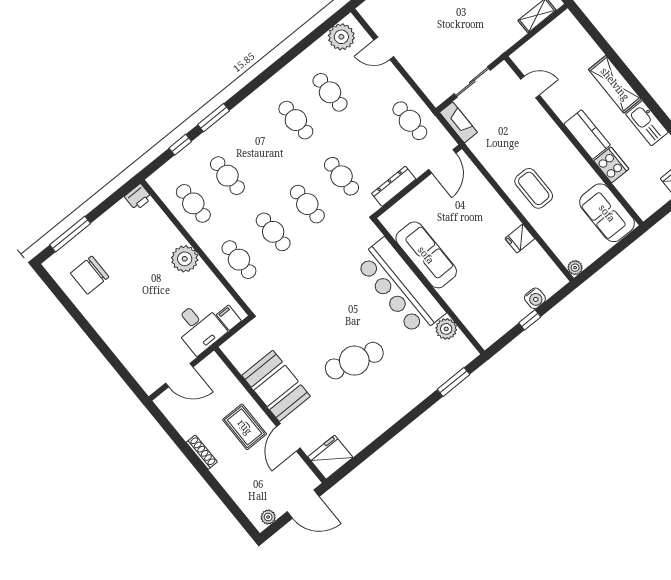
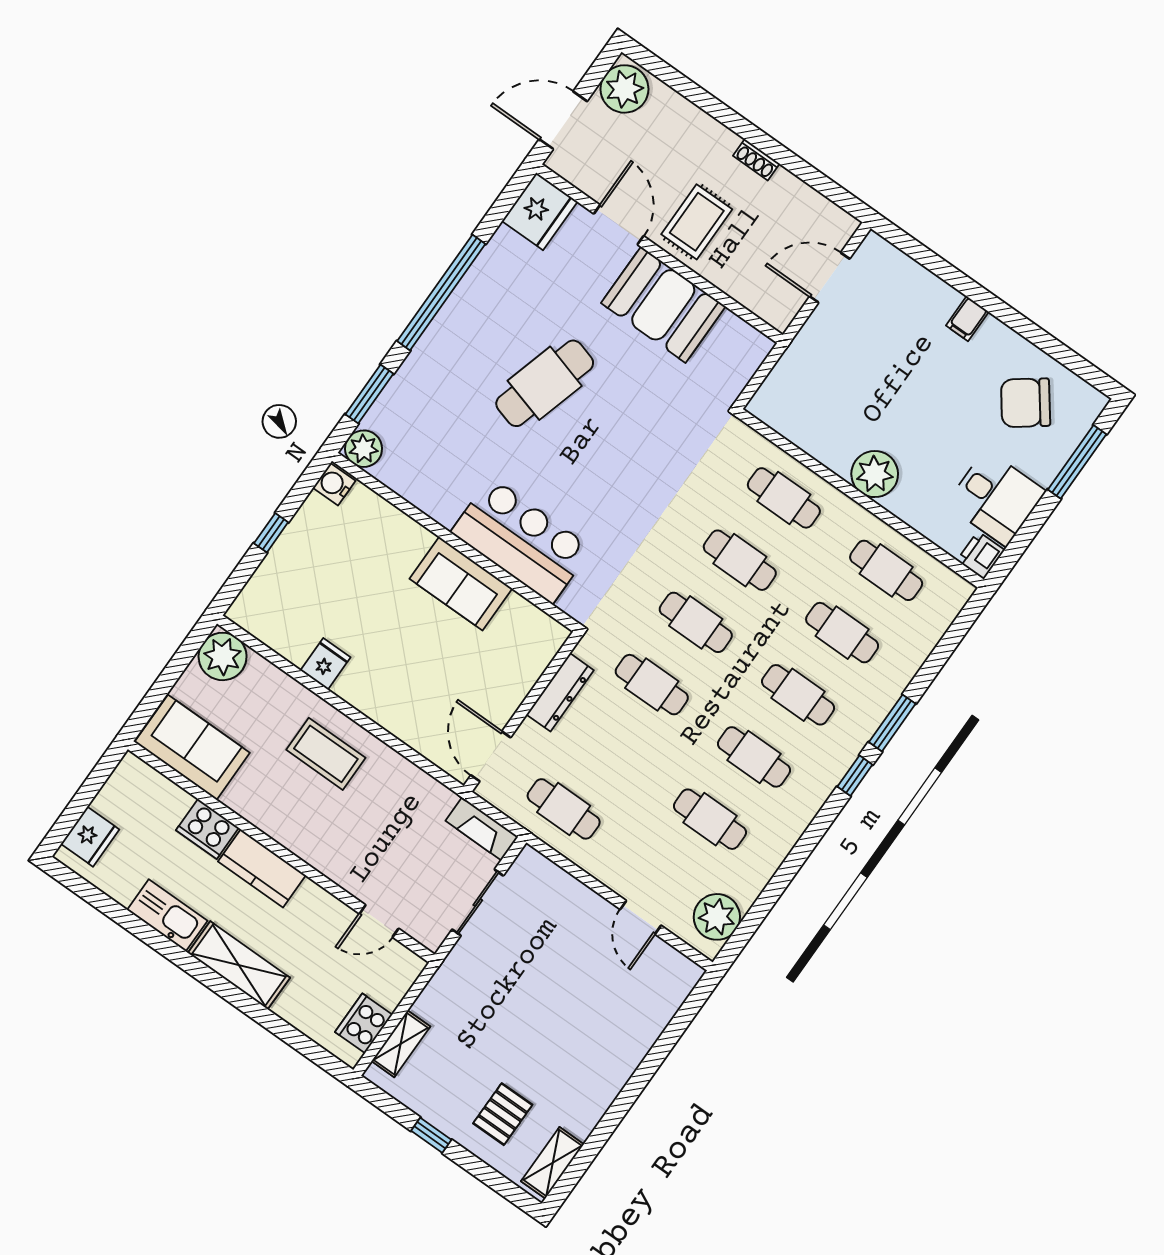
cooker: (554, 32) -> (364, 1023), added
door: (384, 48) -> (641, 917), swing flipped
window: (180, 145) -> (855, 776), moved
cafe table: (262, 148) -> (798, 695), added
sofa: (426, 255) -> (461, 584), width x0.73
plant: (575, 268) -> (223, 656), width x1.88, depth x1.88
chair: (90, 275) -> (1026, 403), turned -127
bar counter: (400, 287) -> (521, 540), width x0.73
water cooler: (535, 298) -> (334, 484), moved
filing cabinet: (229, 318) -> (967, 319), moved, turned 90
desk: (199, 328) -> (996, 498), moved, turned 180
plant: (446, 329) -> (364, 449), moved
rug: (245, 427) -> (697, 222), turned 90
window: (398, 427) -> (441, 293), added
shoe rack: (202, 452) -> (756, 160), width x0.70
plant: (268, 517) -> (624, 89), width x1.87, depth x1.87

